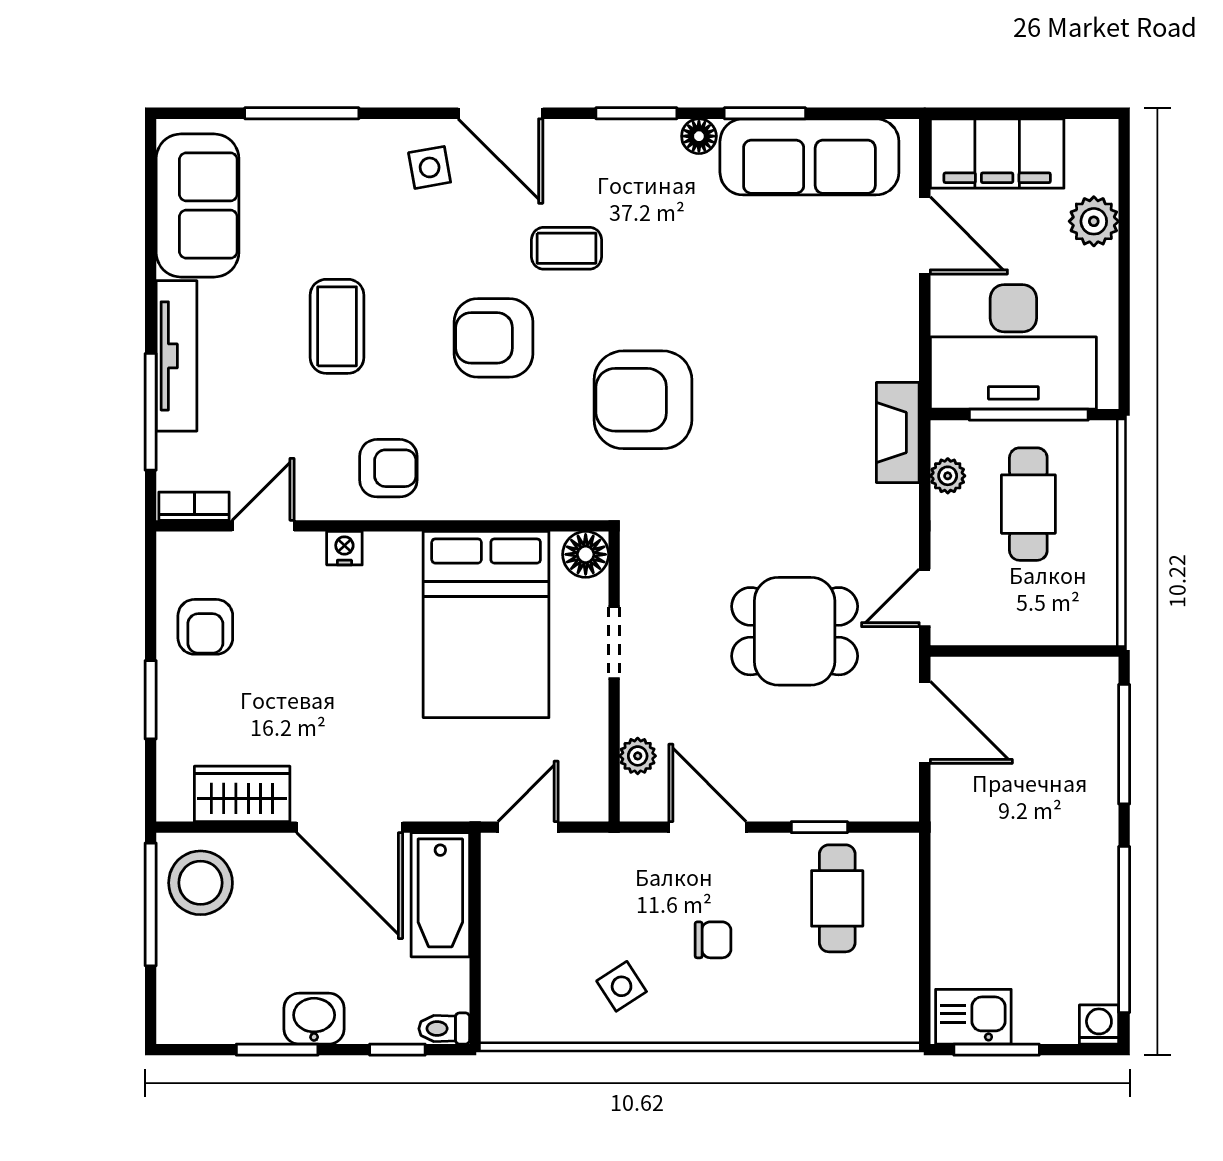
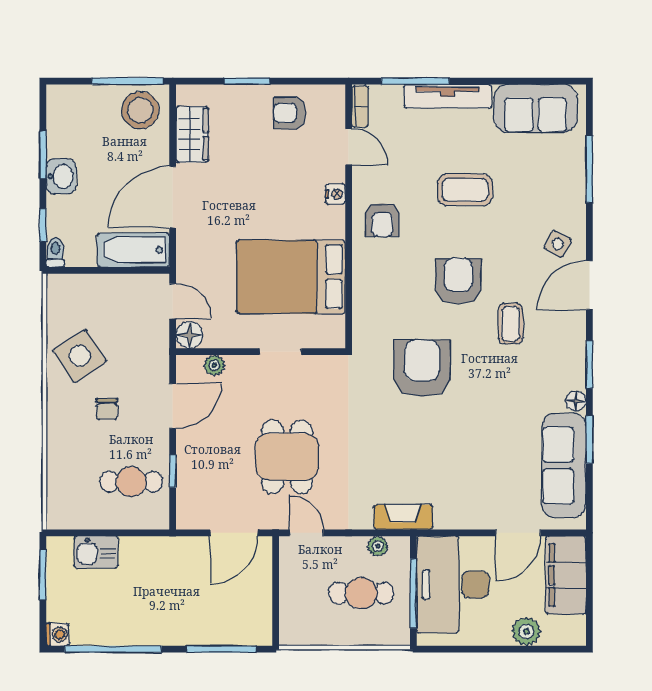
side table: (430, 167) -> (558, 244), turned 38
floor lamp: (586, 554) -> (189, 335), moved
side table: (622, 986) -> (80, 356), width x1.87, depth x1.87
kitchen sink: (973, 1017) -> (96, 552), moved, turned 90

